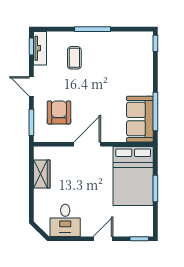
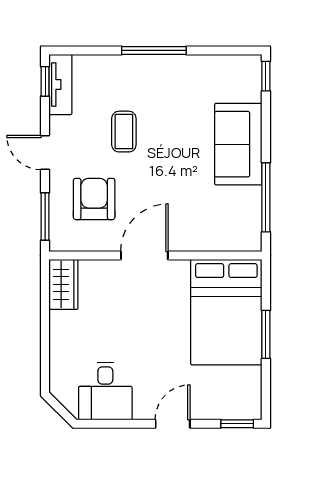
coffee table: (74, 58) -> (124, 132), moved
sofa: (140, 119) -> (238, 144), moved
wardrobe: (42, 174) -> (63, 284), moved

